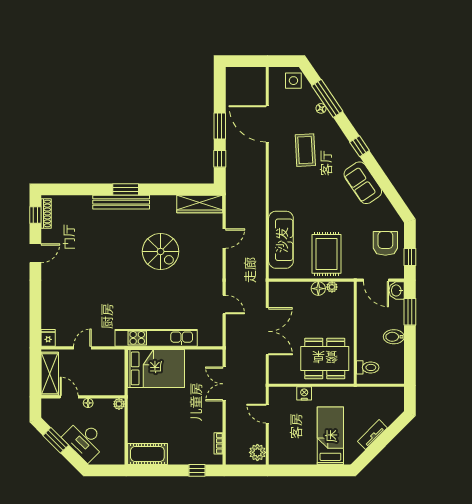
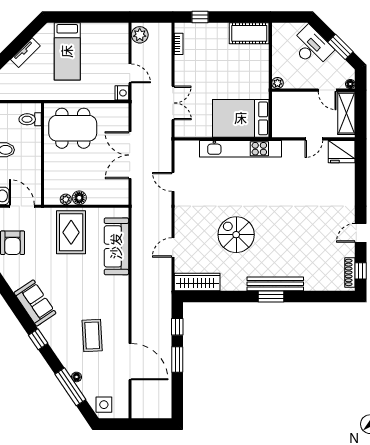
fridge: (48, 338) -> (342, 152), width x1.88, depth x1.34
nightstand: (304, 393) -> (122, 93), moved, turned -90
floor lamp: (88, 403) -> (350, 84), moved

